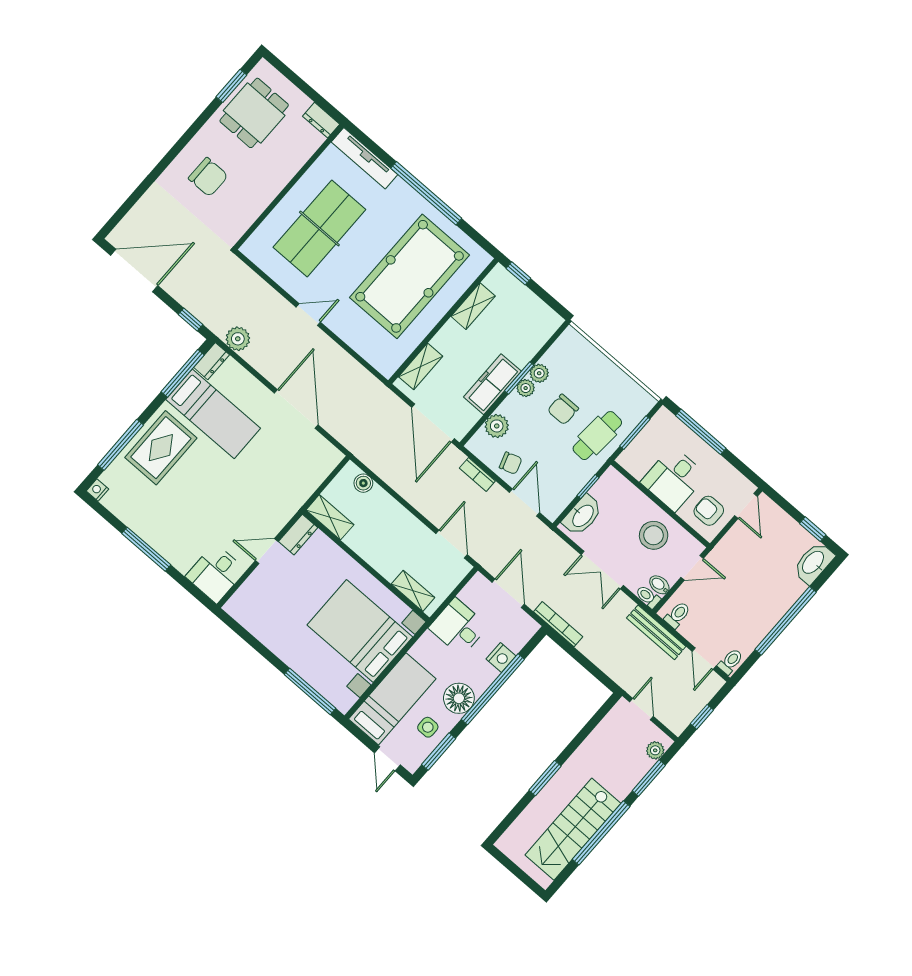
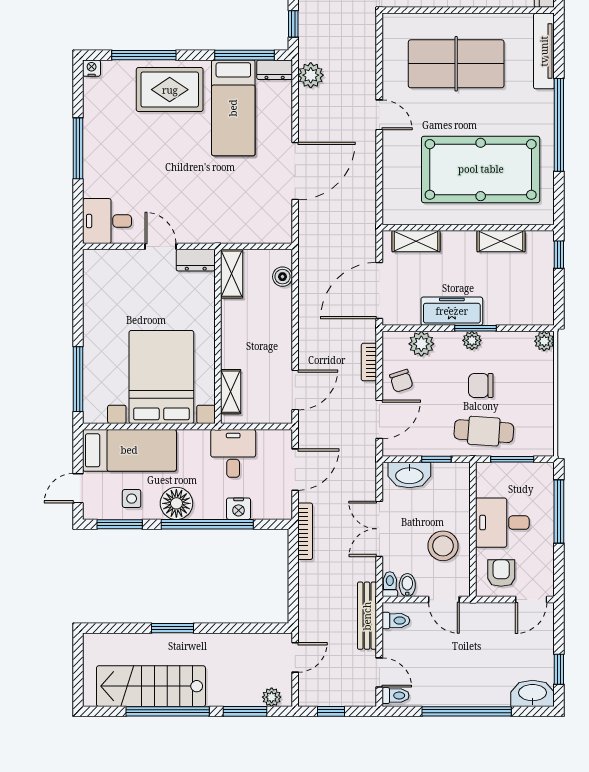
plant: (539, 373) -> (544, 341), moved
door: (704, 659) -> (379, 672), swing flipped

